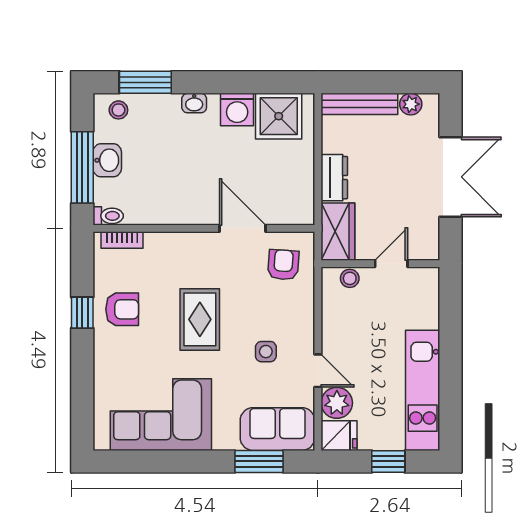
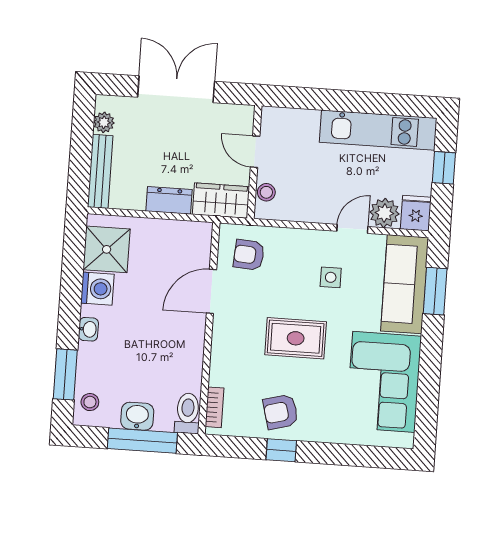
toilet: (108, 216) -> (188, 413), width x1.37, depth x1.39
armchair: (122, 309) -> (281, 412), turned -105
sofa: (277, 429) -> (405, 284), width x1.36

